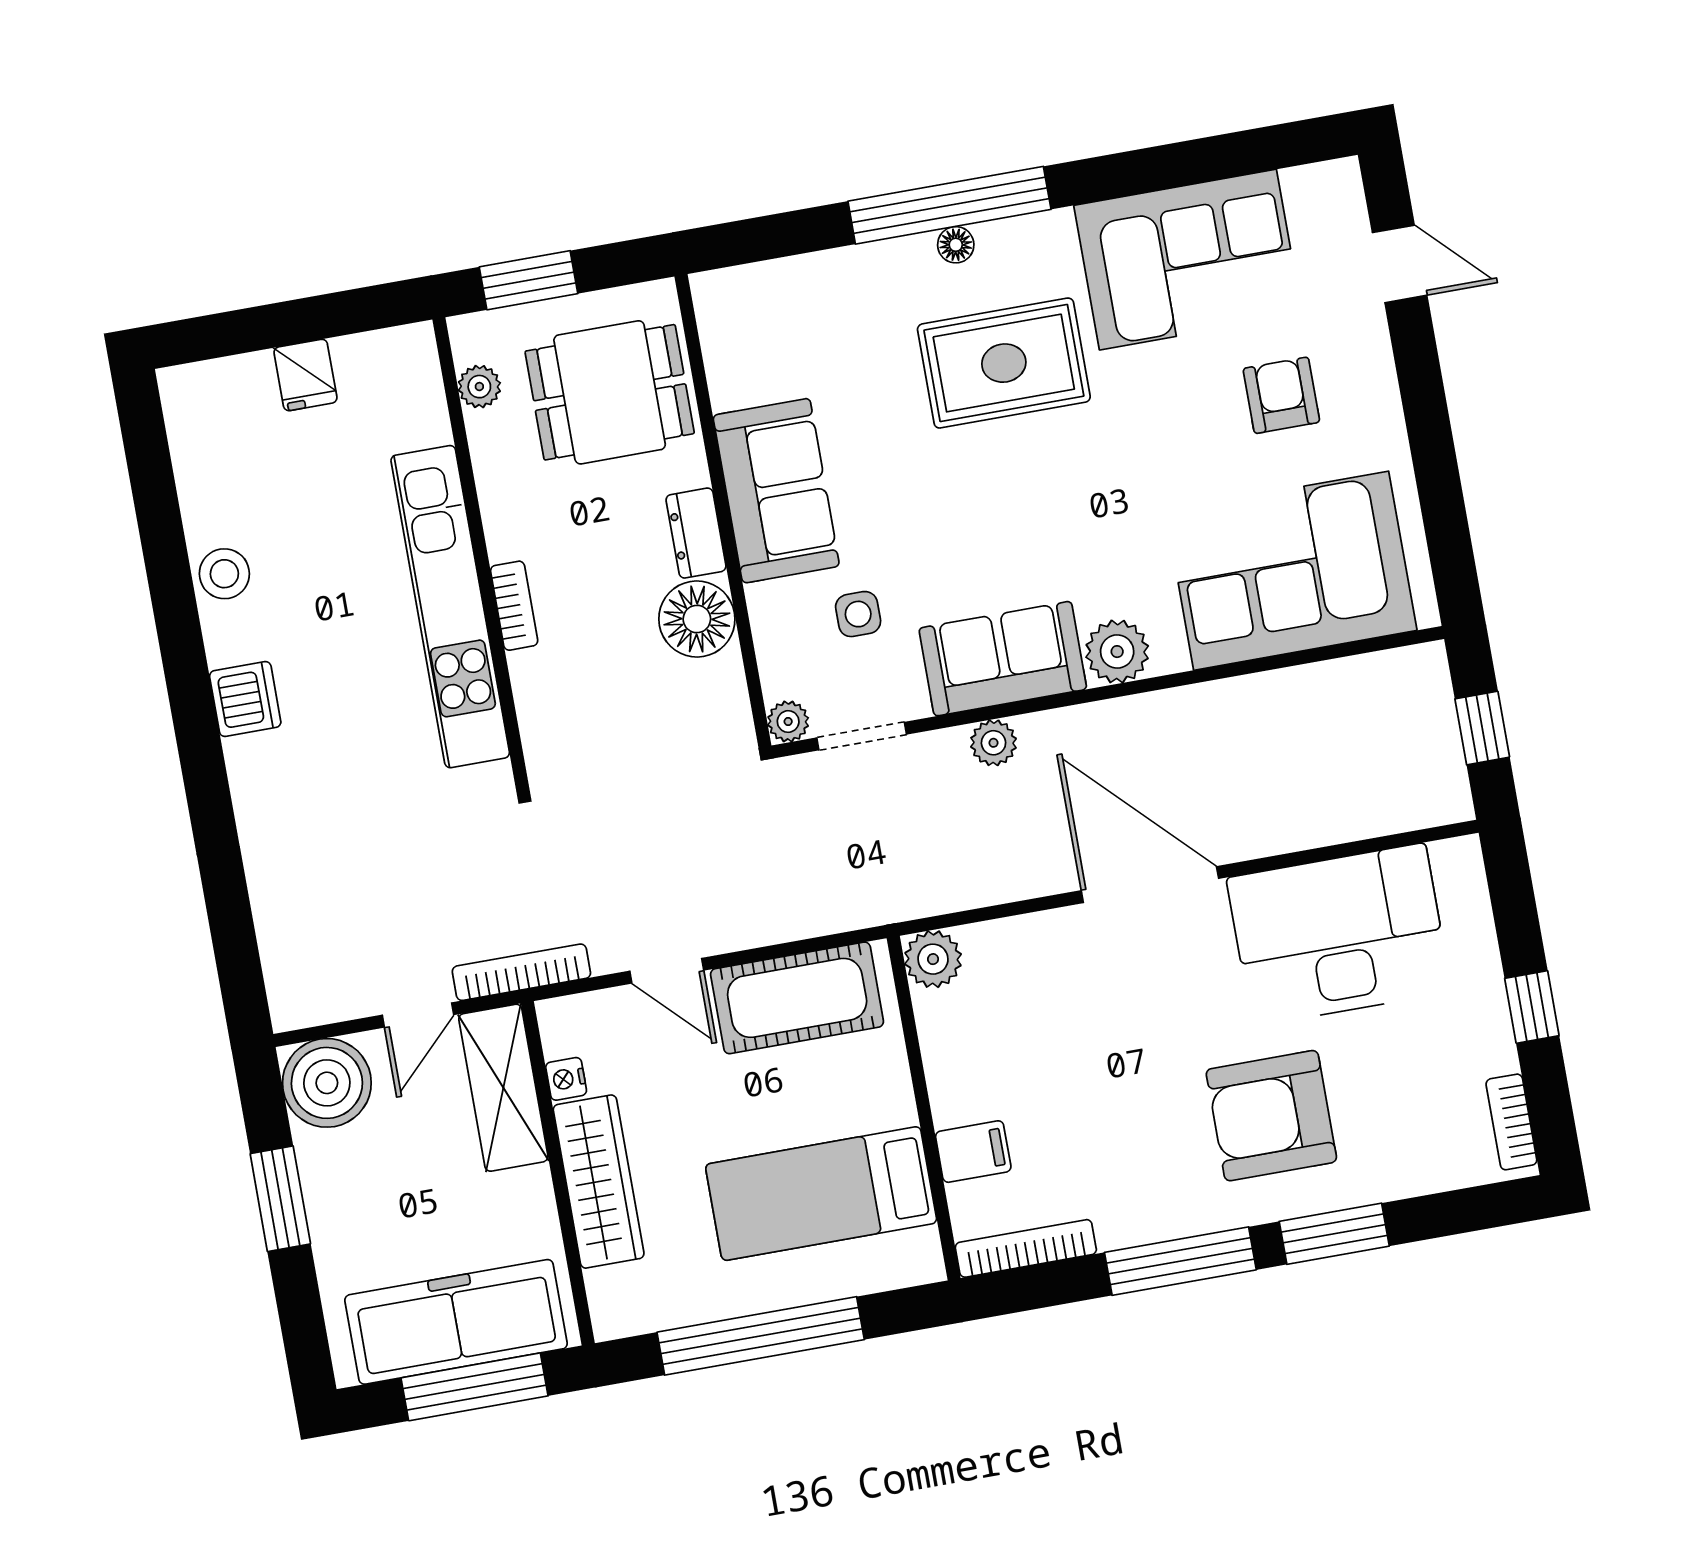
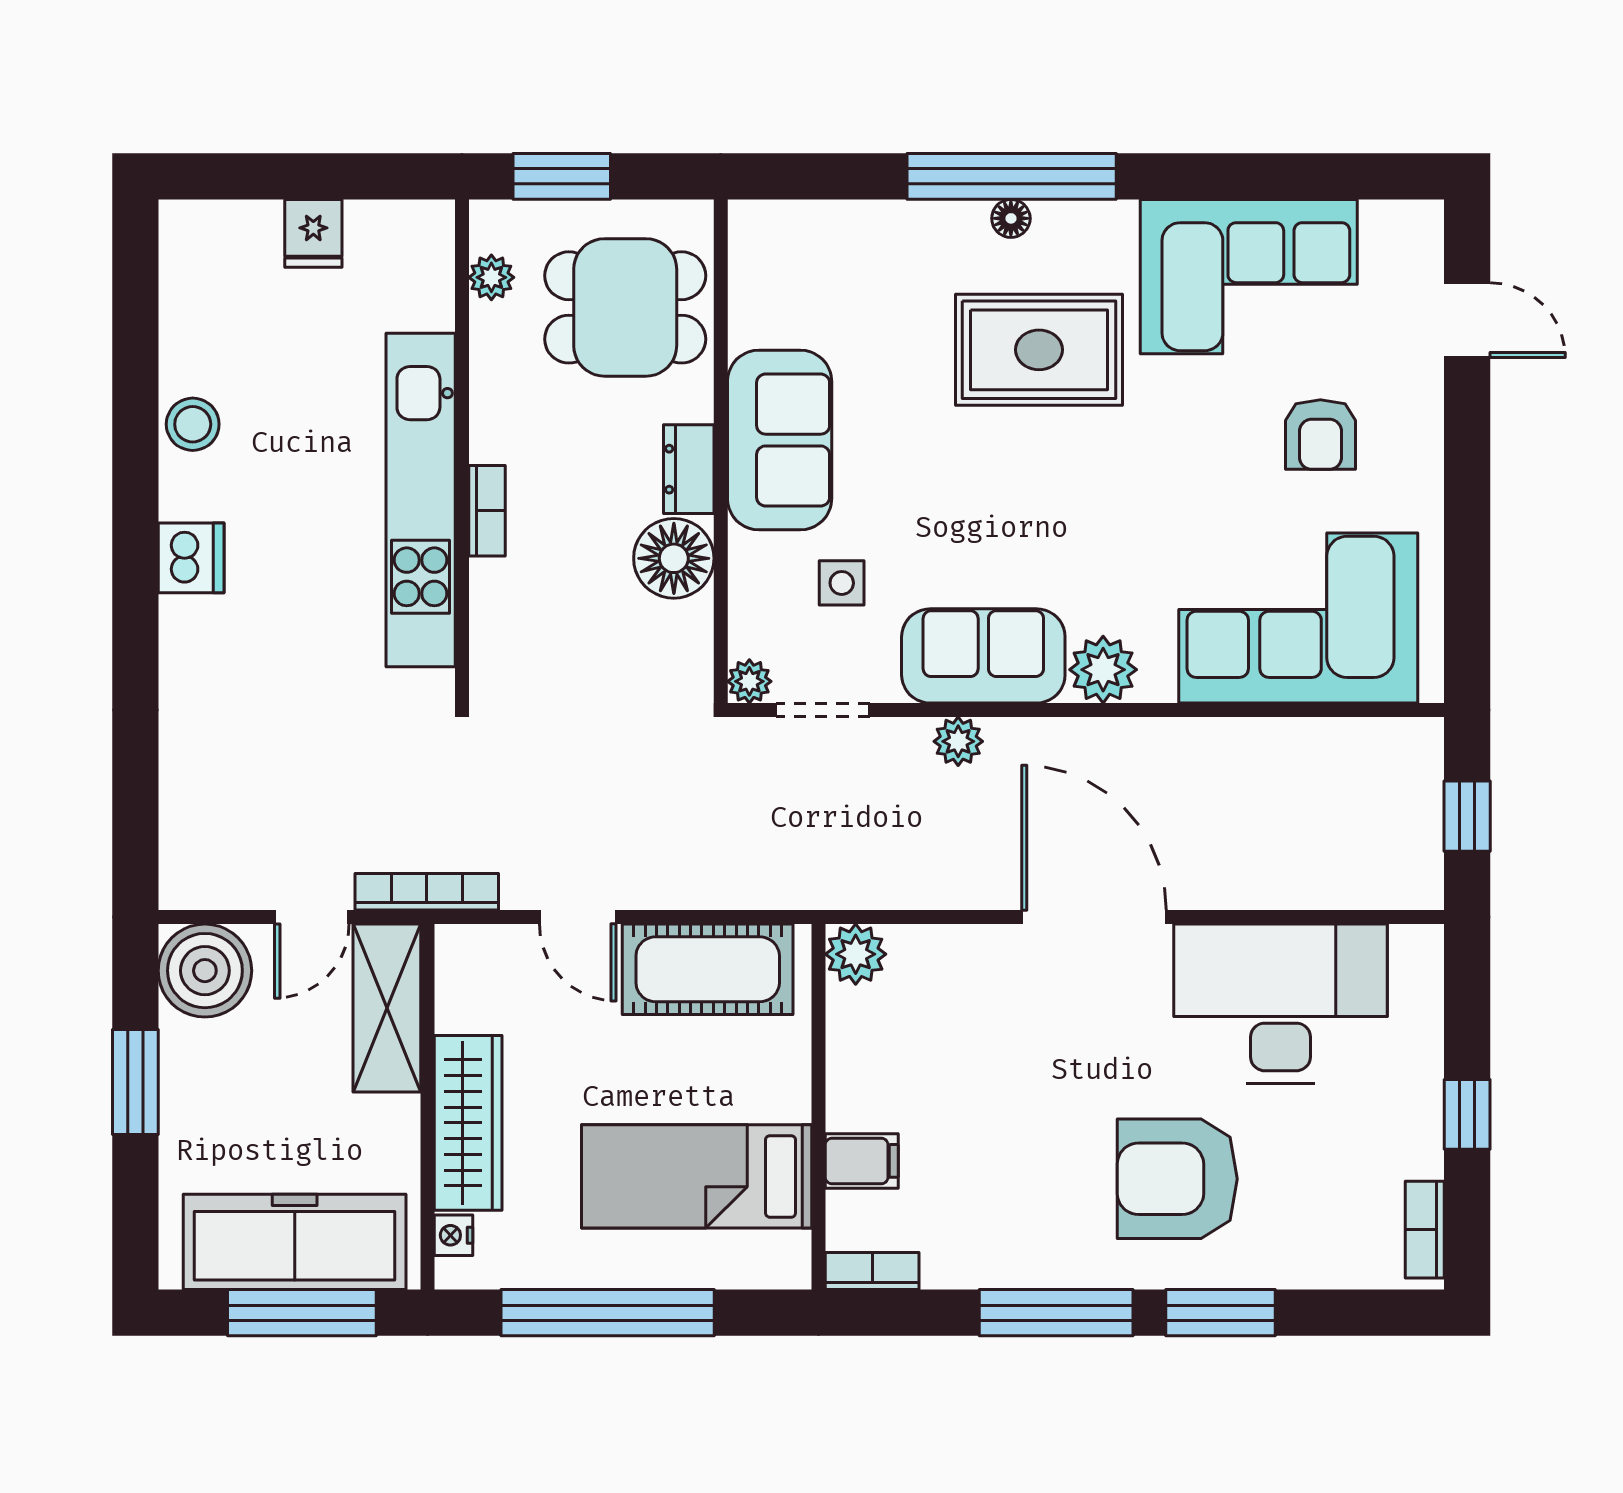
armchair: (1281, 395) -> (1320, 434), turned 180
nightstand: (566, 1079) -> (453, 1235), moved
bookcase: (1026, 1248) -> (872, 1271), width x0.64

